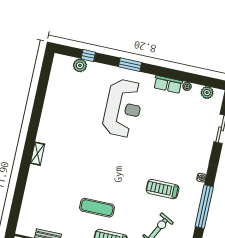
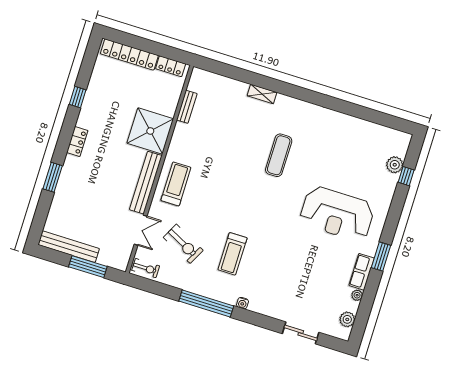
window: (130, 65) -> (381, 256), moved
shelving: (38, 154) -> (262, 94), moved
treadmill: (163, 189) -> (232, 254), turned 180
exercise mat: (97, 208) -> (279, 155), moved

